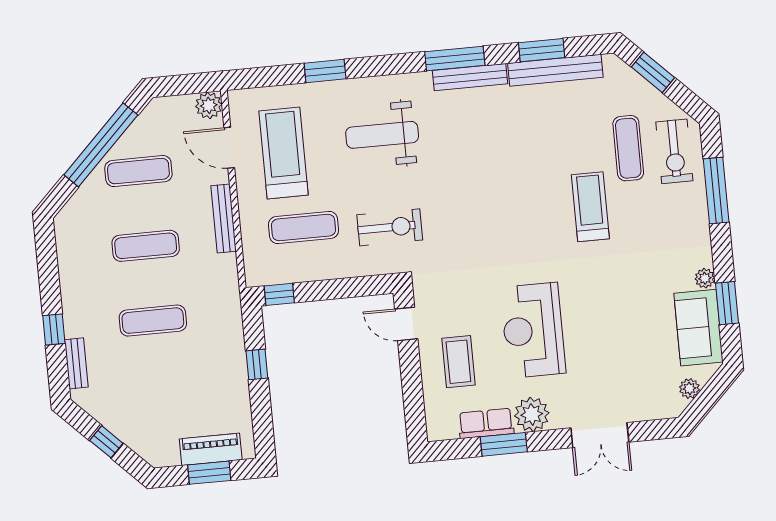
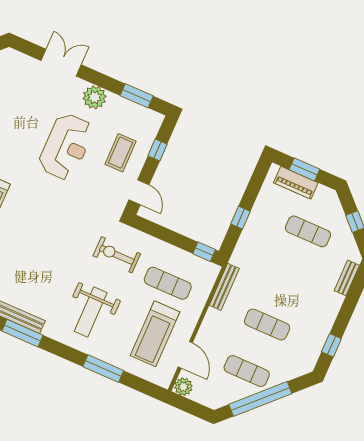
window: (325, 71) -> (103, 369), width x1.44
weight bench: (382, 135) -> (91, 312), turned 90
bench: (224, 218) -> (224, 287), moved
exercise mat: (153, 321) -> (308, 231), moved
window: (54, 330) -> (331, 345), moved
window: (413, 392) -> (157, 150), added
row of seats: (486, 423) -> (125, 107), removed
window: (504, 444) -> (137, 96), moved

